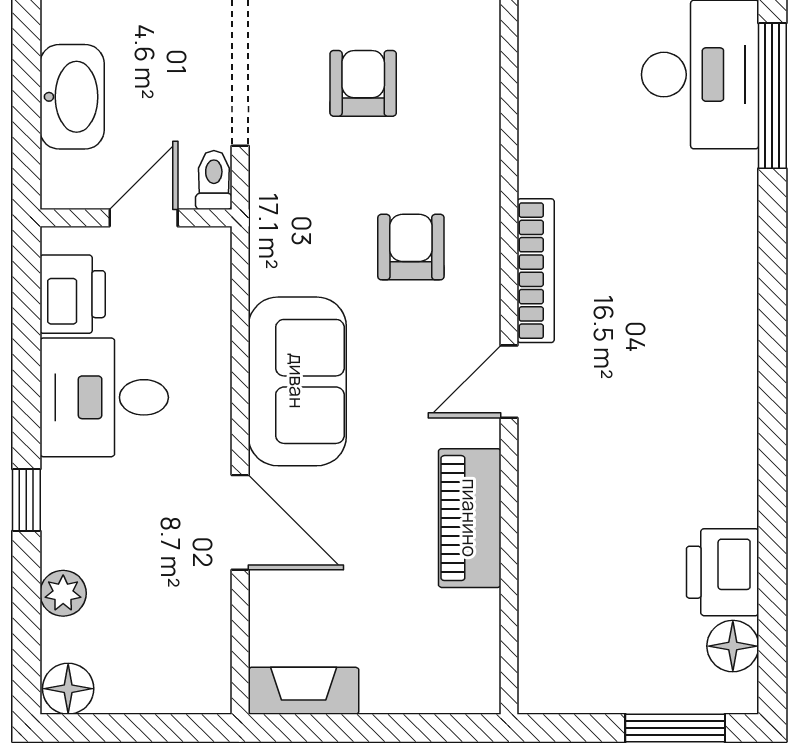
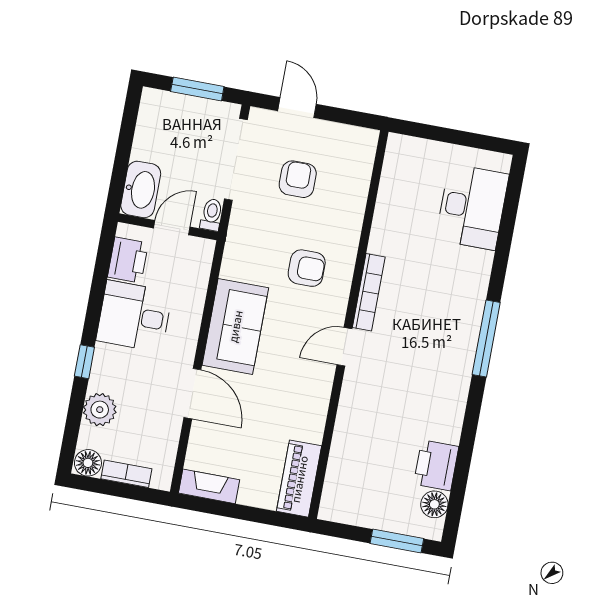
window: (772, 96) -> (486, 339), moved
washbasin: (72, 97) -> (141, 189), moved
armchair: (411, 247) -> (307, 268), turned 90
piano: (470, 518) -> (299, 479), moved
plant: (63, 593) -> (100, 410), width x1.38, depth x1.38
bookcase: (144, 696) -> (126, 474), added

